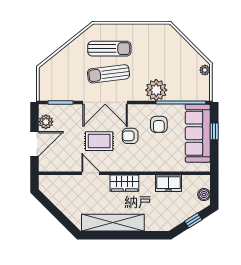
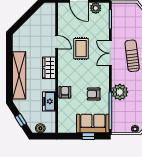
double door: (105, 102) -> (110, 53), width x0.73
sofa: (198, 133) -> (93, 124), width x0.73
armchair: (130, 136) -> (65, 92), moved
door: (91, 173) -> (57, 42), hinge flipped
shelving: (113, 223) -> (19, 75), moved

